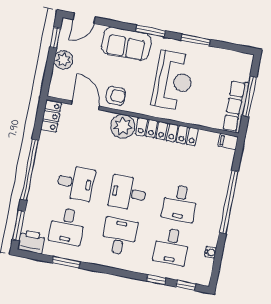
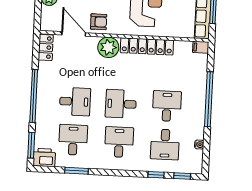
desk: (180, 203) -> (167, 106), turned 180
desk: (67, 226) -> (73, 140), turned 180

